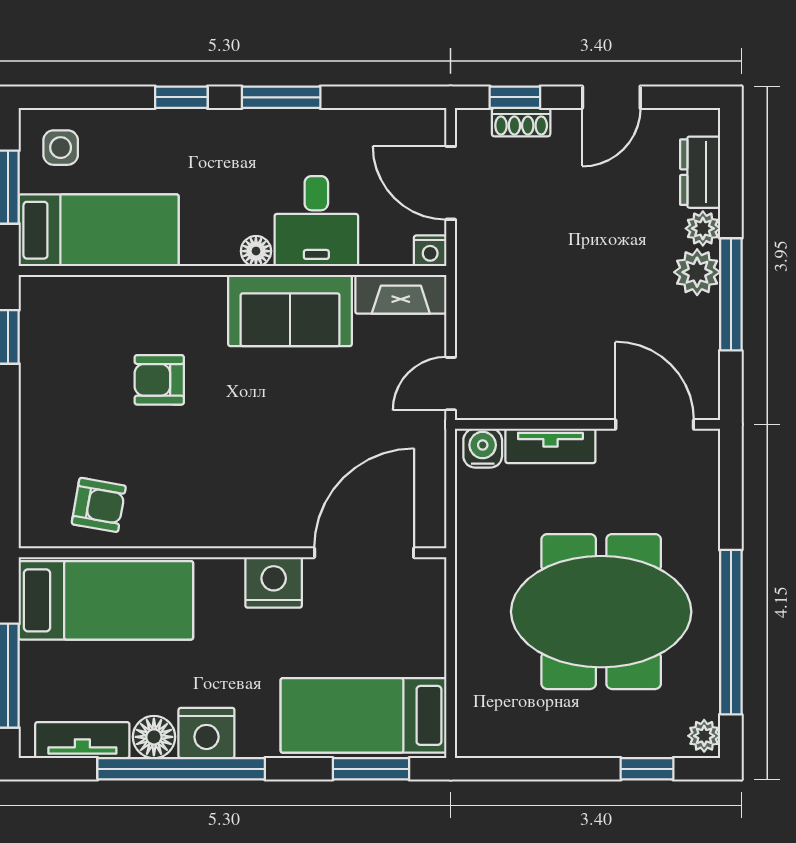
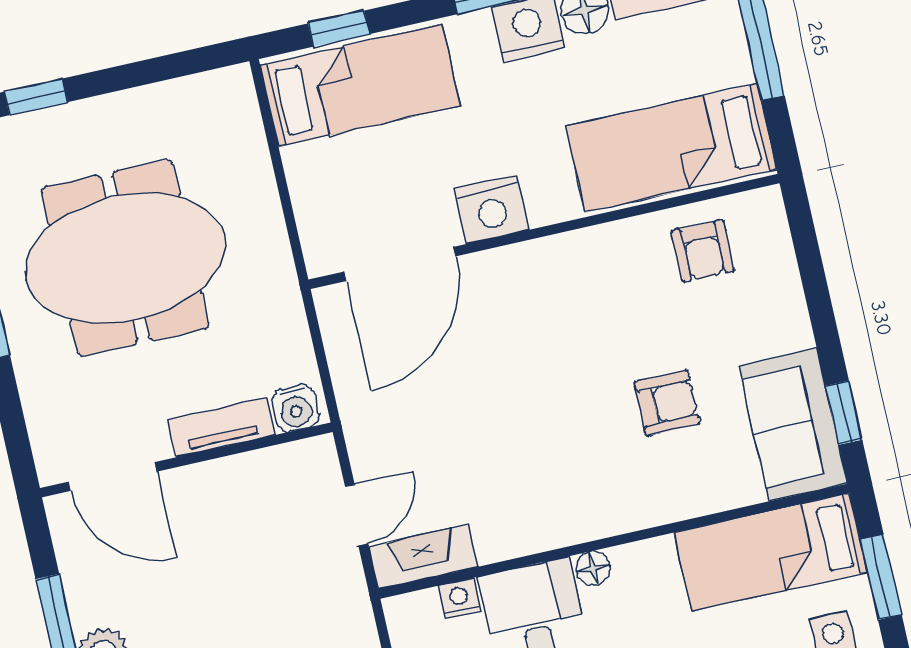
nightstand: (430, 251) -> (459, 599), moved
sofa: (290, 310) -> (793, 425), moved, turned -90
door: (451, 384) -> (357, 515), moved
armchair: (99, 505) -> (703, 251), turned -100
window: (371, 769) -> (339, 29), width x0.67

